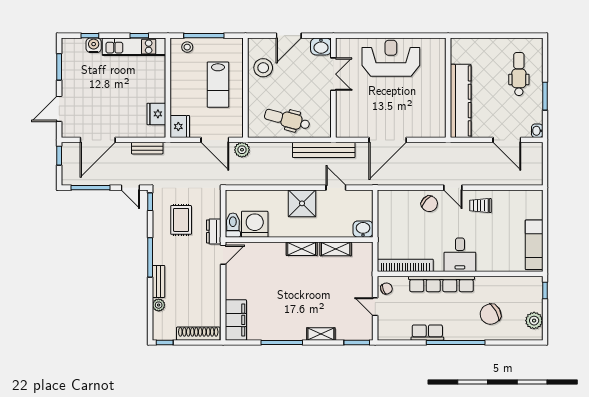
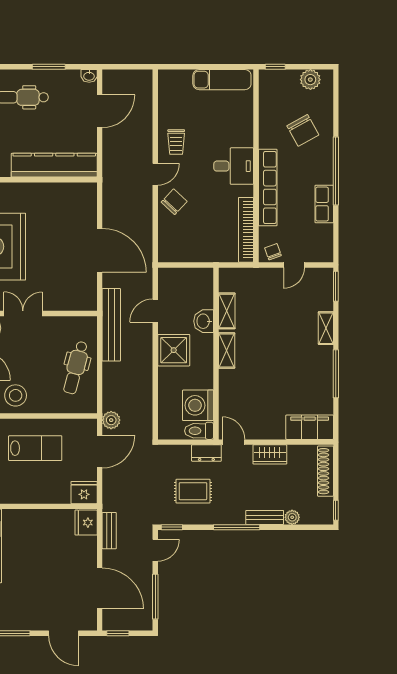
fridge: (156, 114) -> (86, 523), moved, turned 90
washbasin: (363, 229) -> (204, 321), moved
wardrobe: (213, 286) -> (270, 454), added

